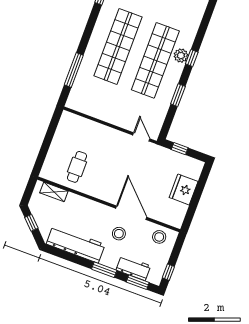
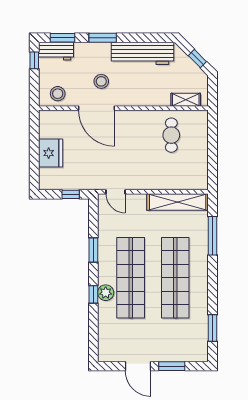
shelving: (93, 109) -> (178, 202), added
workbench: (133, 268) -> (56, 51), moved

